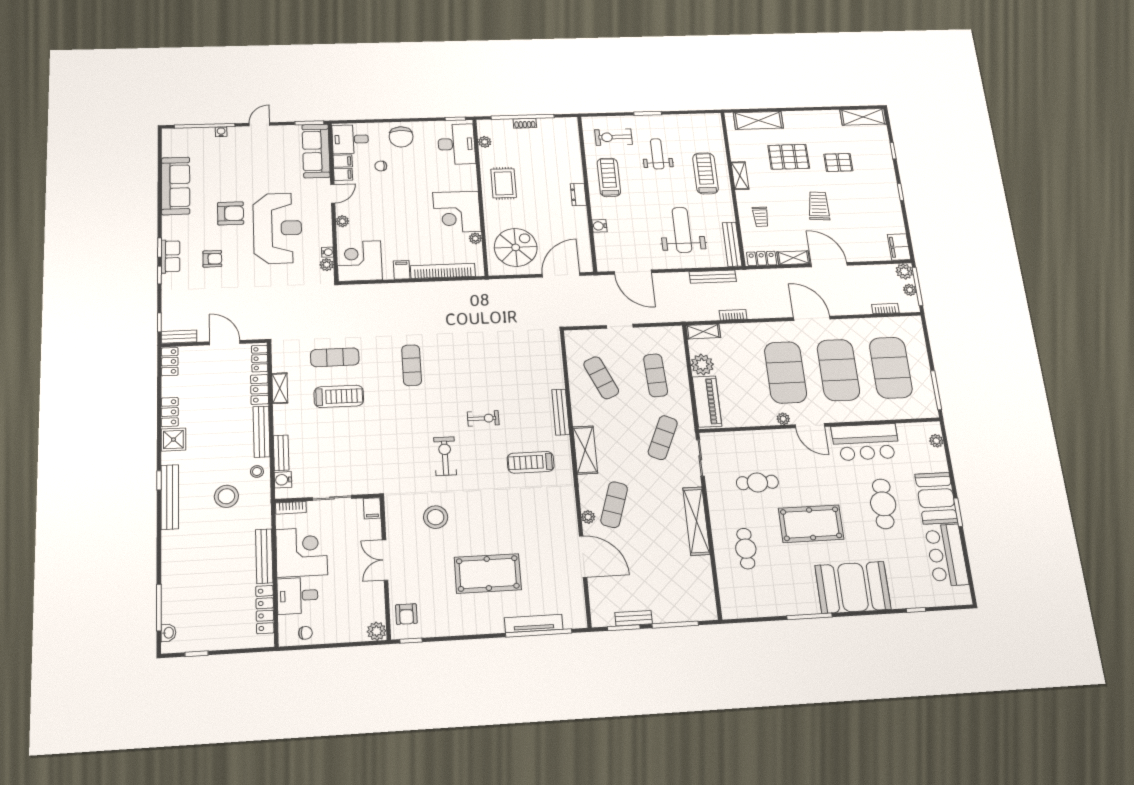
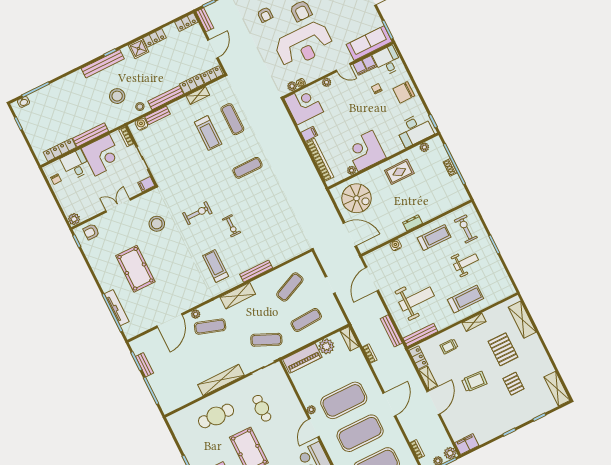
cafe table: (746, 549) -> (216, 416), width x1.37, depth x1.35

